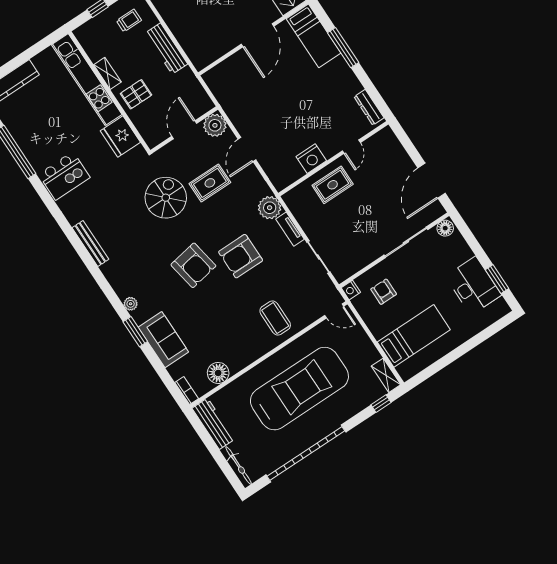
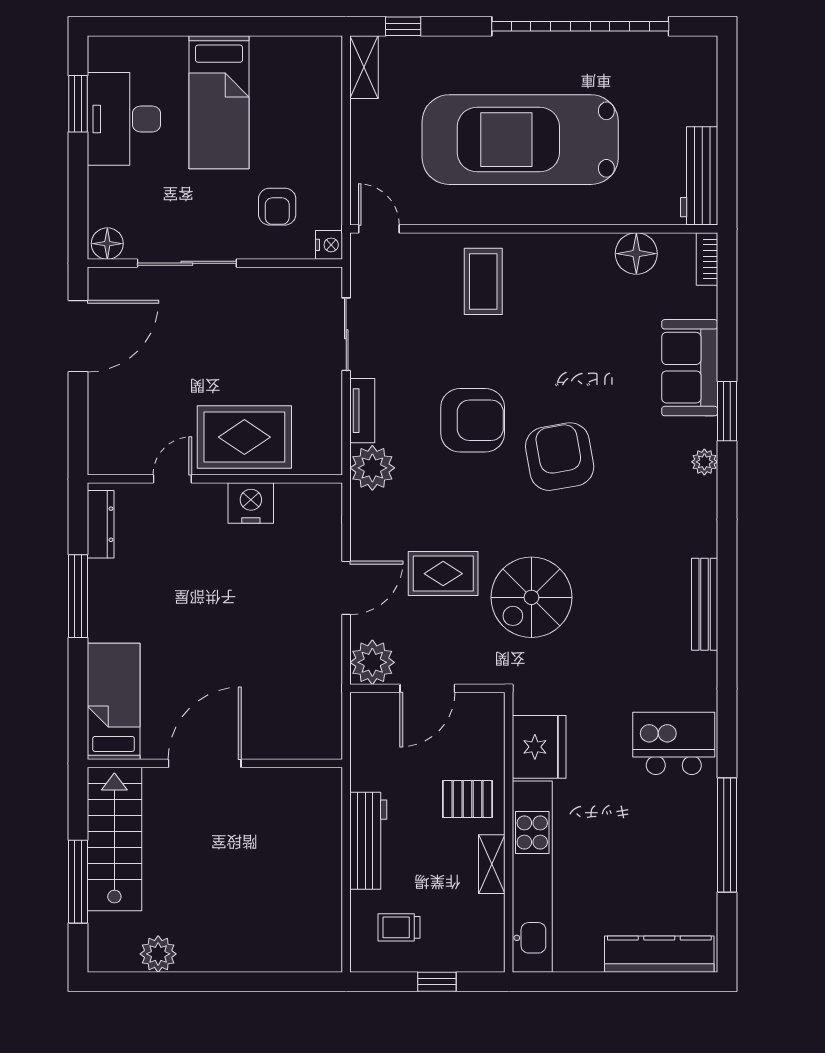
window: (343, 48) -> (78, 596), moved
rug: (333, 185) -> (244, 437), width x1.36, depth x1.43
bed: (414, 336) -> (219, 102), moved, turned -90
bicycle: (239, 465) -> (704, 80), removed

